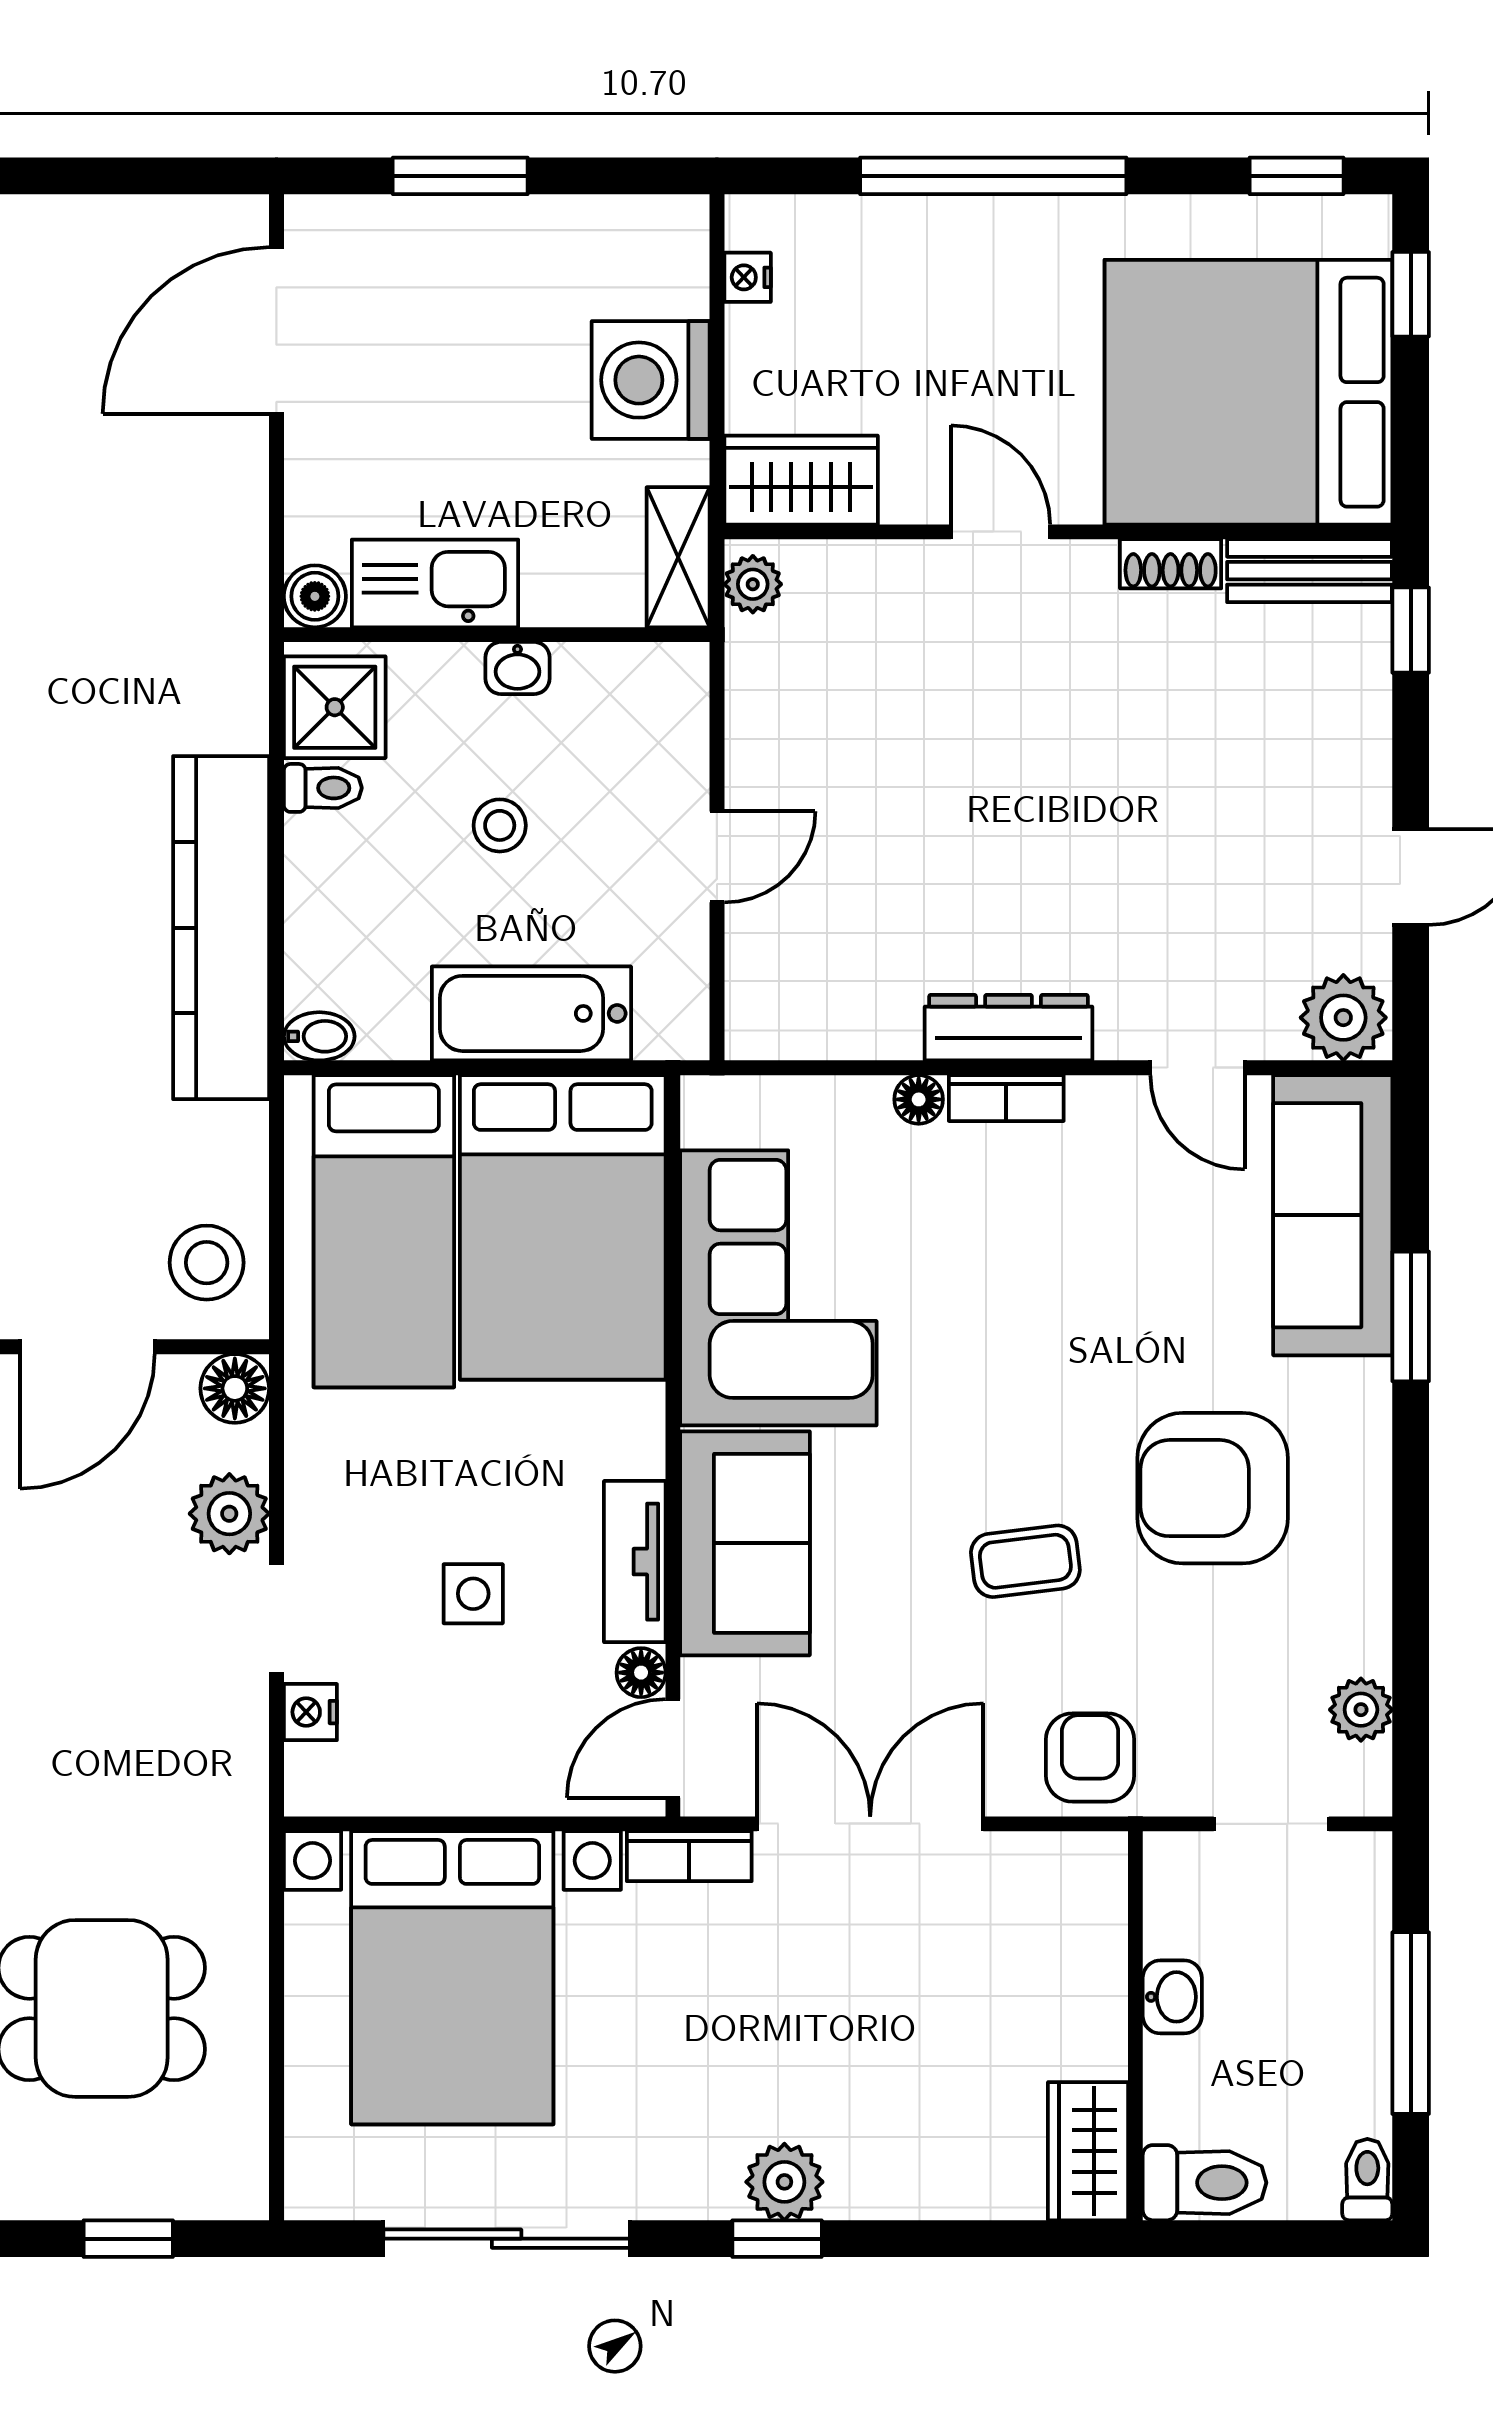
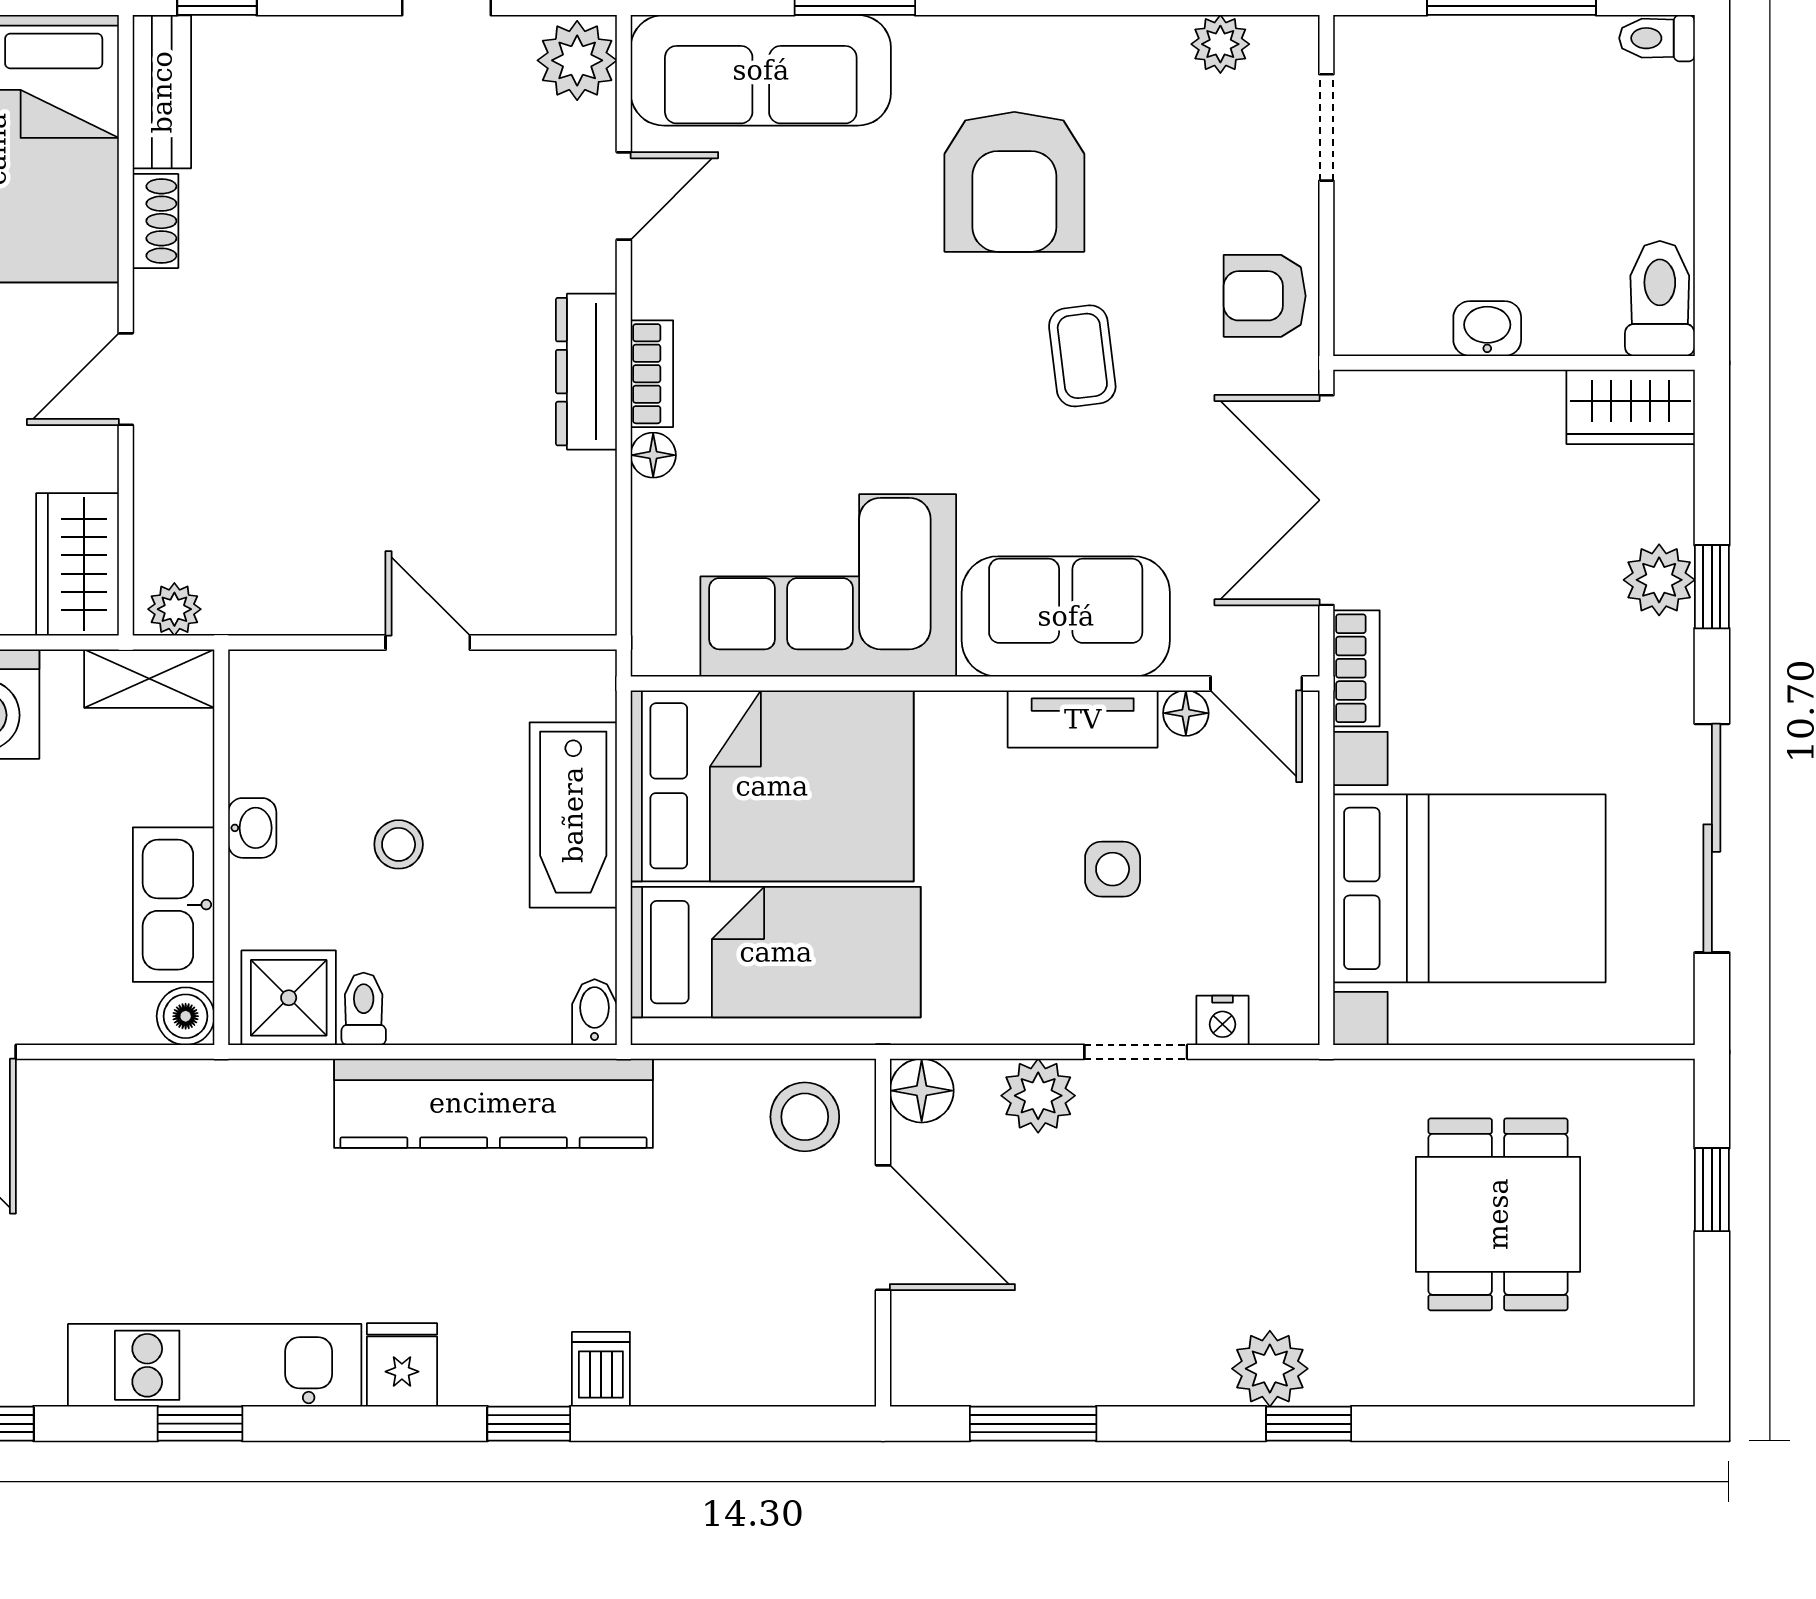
washbasin: (1172, 1997) -> (1487, 329), moved
wall: (1135, 2026) -> (1514, 363), moved
wardrobe: (1088, 2151) -> (1631, 407), moved
toilet: (1205, 2183) -> (1660, 299), moved

